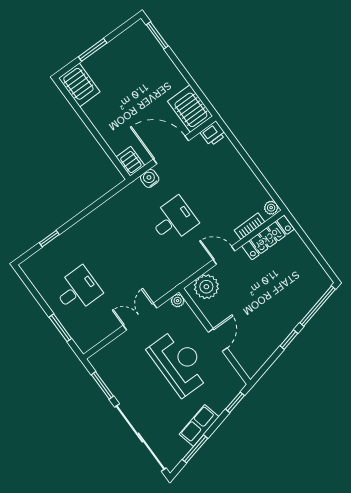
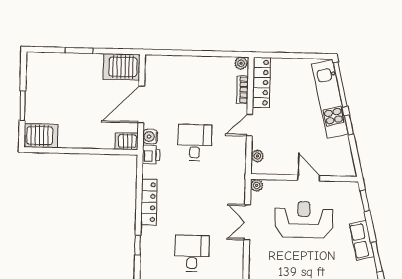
window: (157, 35) -> (79, 50), moved
printer: (213, 134) -> (151, 155), moved
locker: (93, 220) -> (149, 202), added
plant: (206, 287) -> (257, 156), width x0.53, depth x0.53
kitchen unit: (299, 307) -> (330, 99), added

